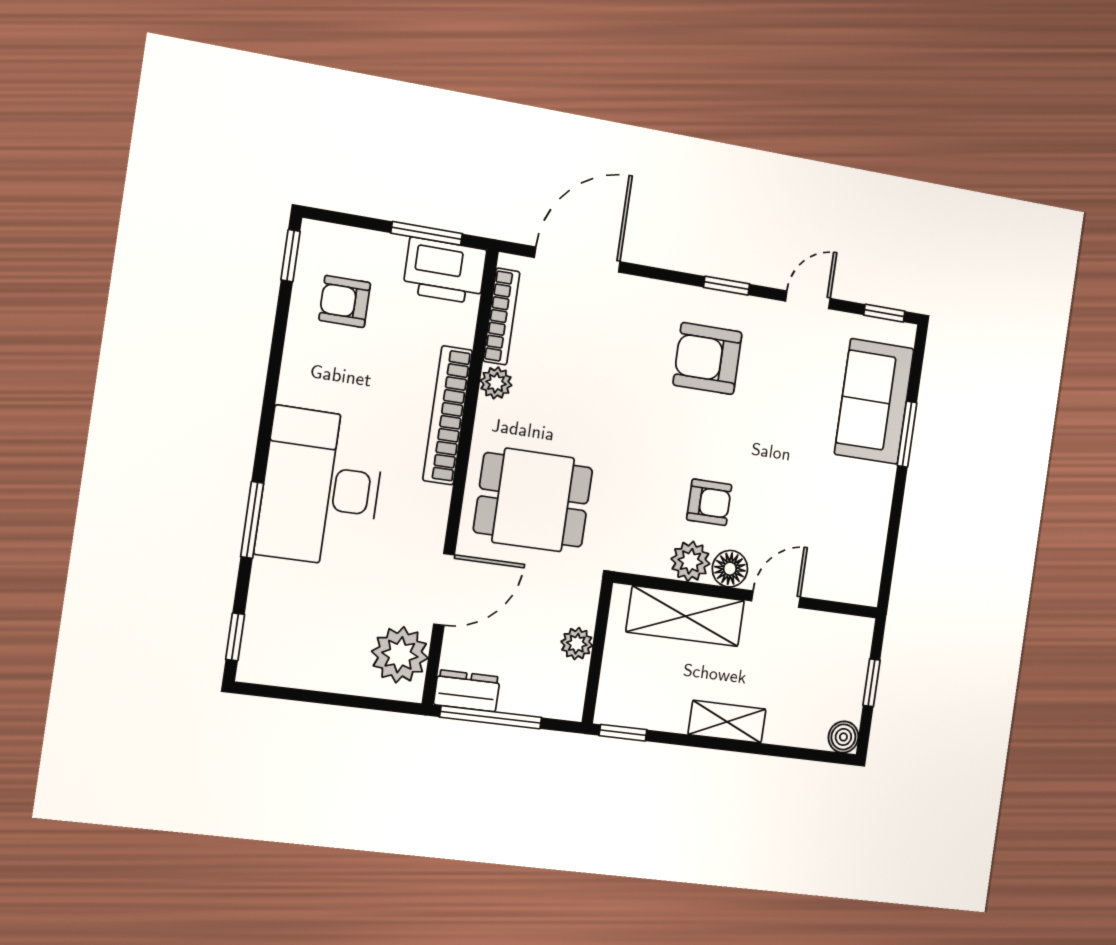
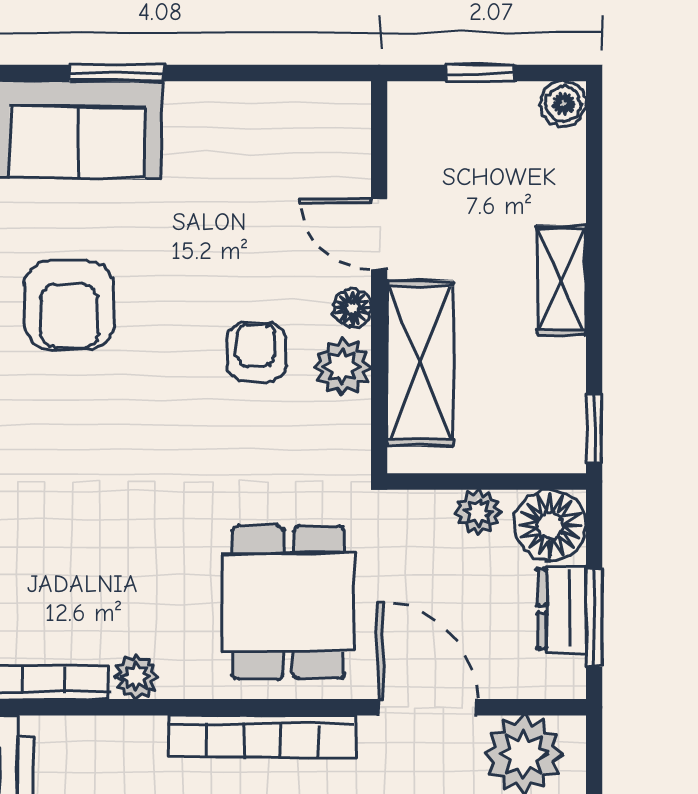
armchair: (708, 359) -> (69, 305), moved
bookcase: (448, 415) -> (262, 737), moved
floor lamp: (730, 569) -> (352, 308), width x0.73, depth x0.73
dresser: (467, 691) -> (562, 609), moved
floor lamp: (560, 694) -> (550, 525), added
window: (491, 717) -> (594, 618), width x0.69

